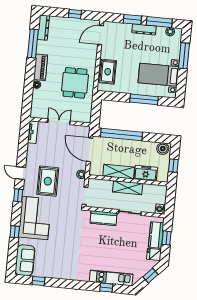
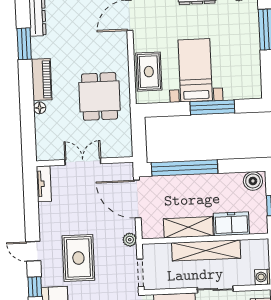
window: (33, 44) -> (24, 44), width x0.69
bed with nightstands: (158, 75) -> (195, 70), moved, turned 90
shelving: (128, 188) -> (206, 250), width x1.47

